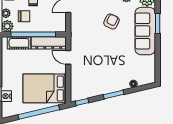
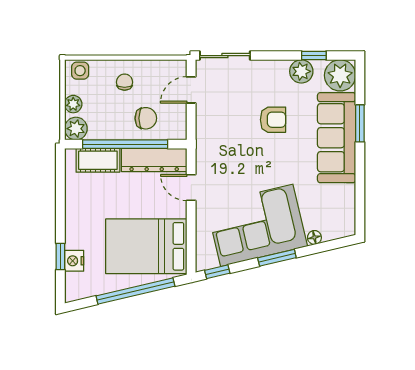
chair: (24, 16) -> (146, 118), moved
armchair: (112, 22) -> (273, 120), turned 64
corner sofa: (103, 77) -> (257, 225), added

